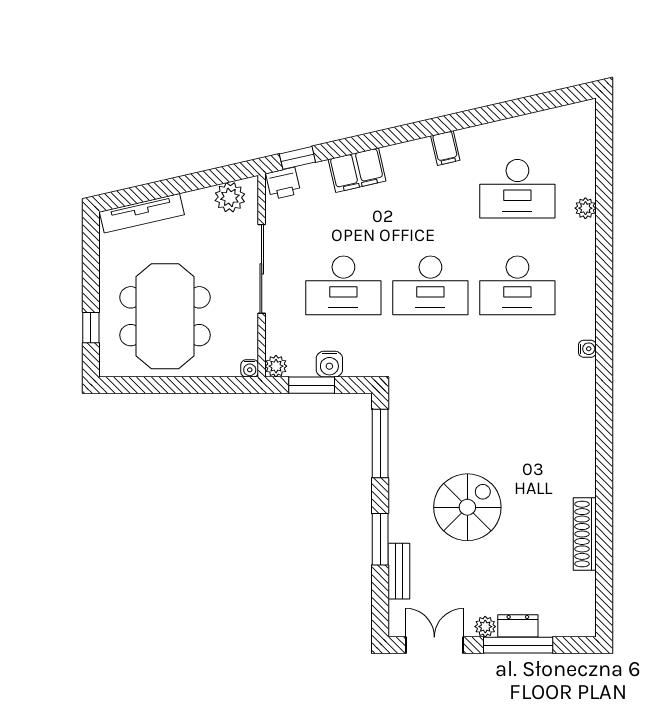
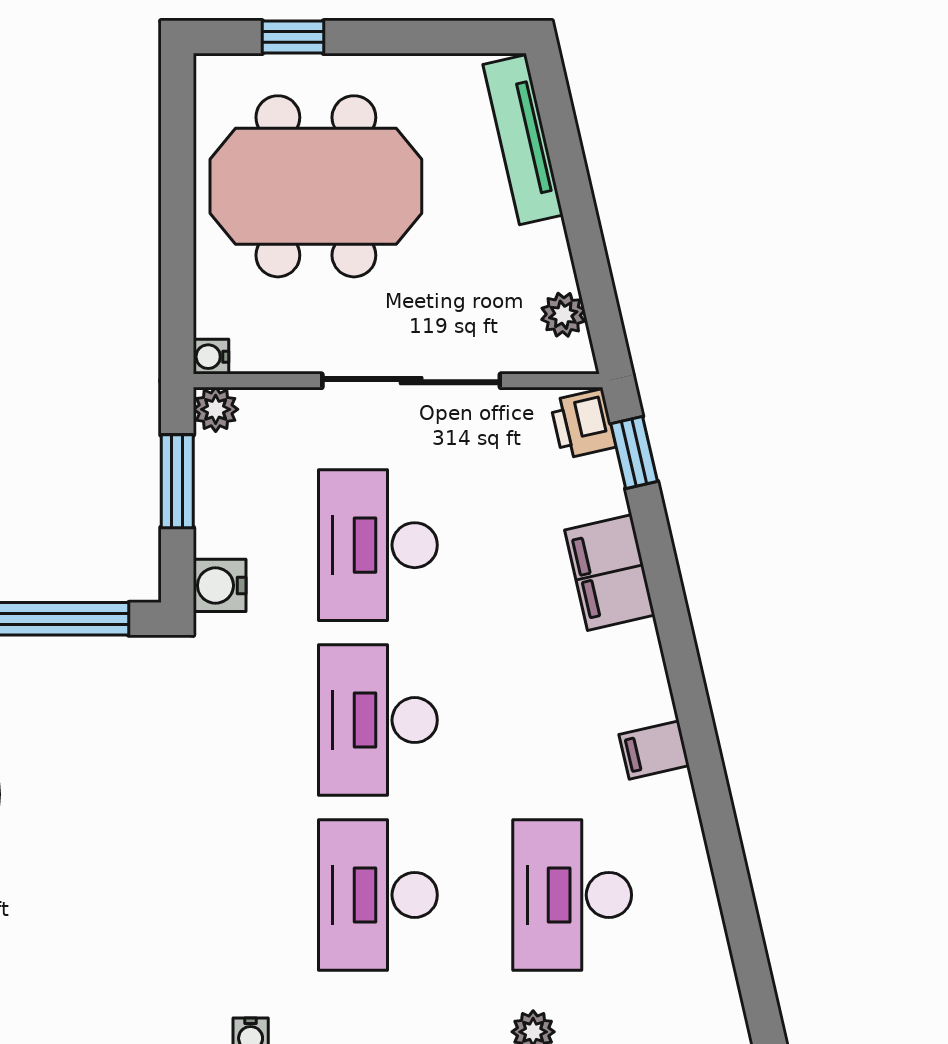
plant: (230, 197) -> (563, 315), width x0.73, depth x0.73
water cooler: (329, 364) -> (220, 585), moved

